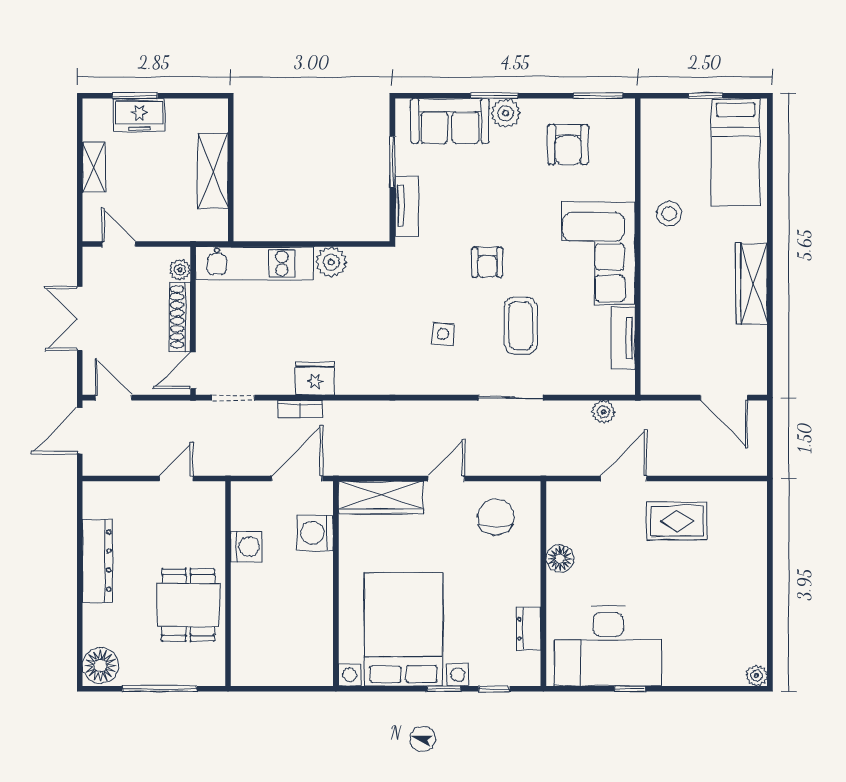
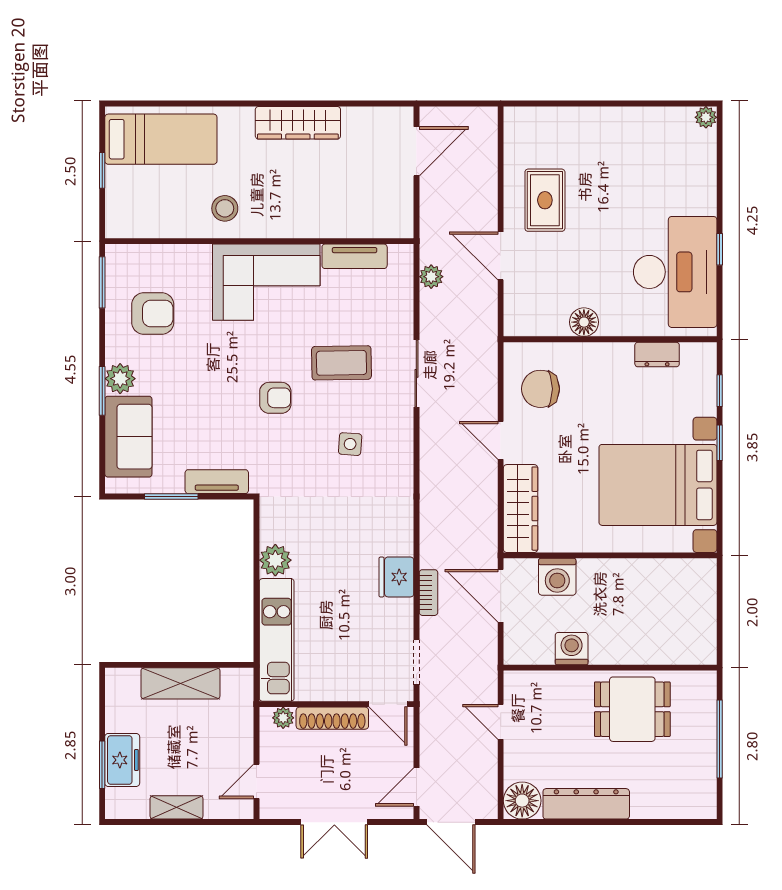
floor lamp: (100, 666) -> (522, 801), moved

